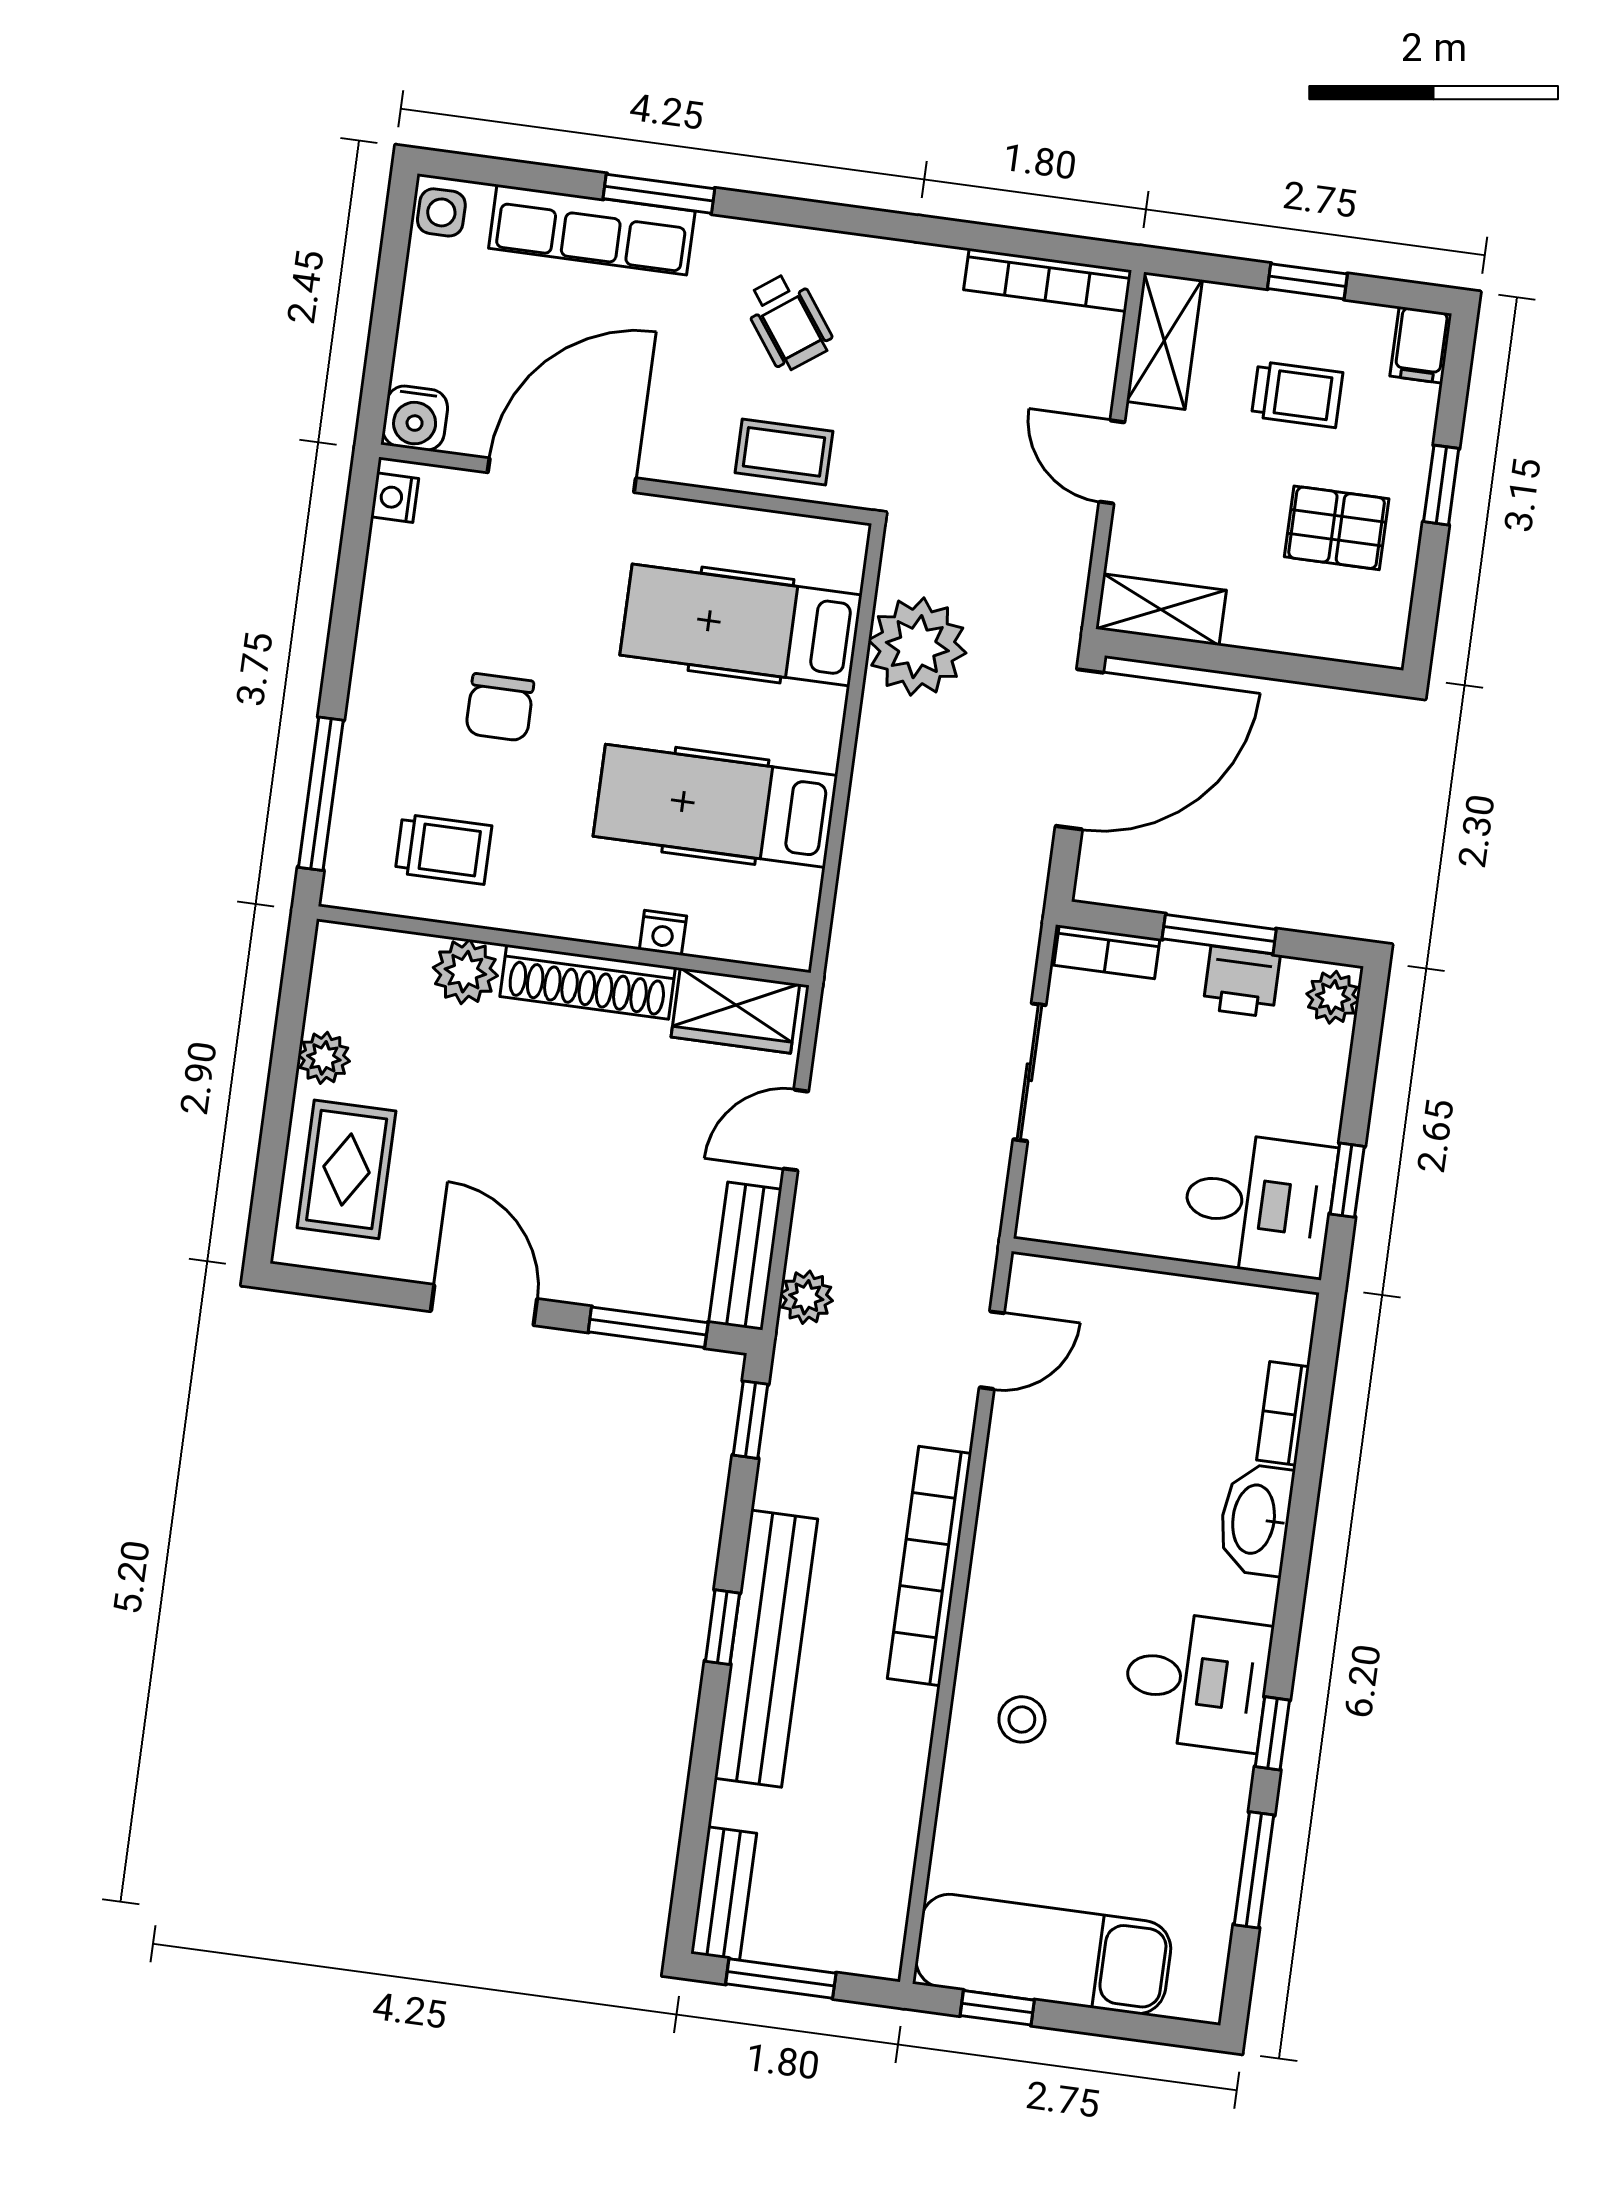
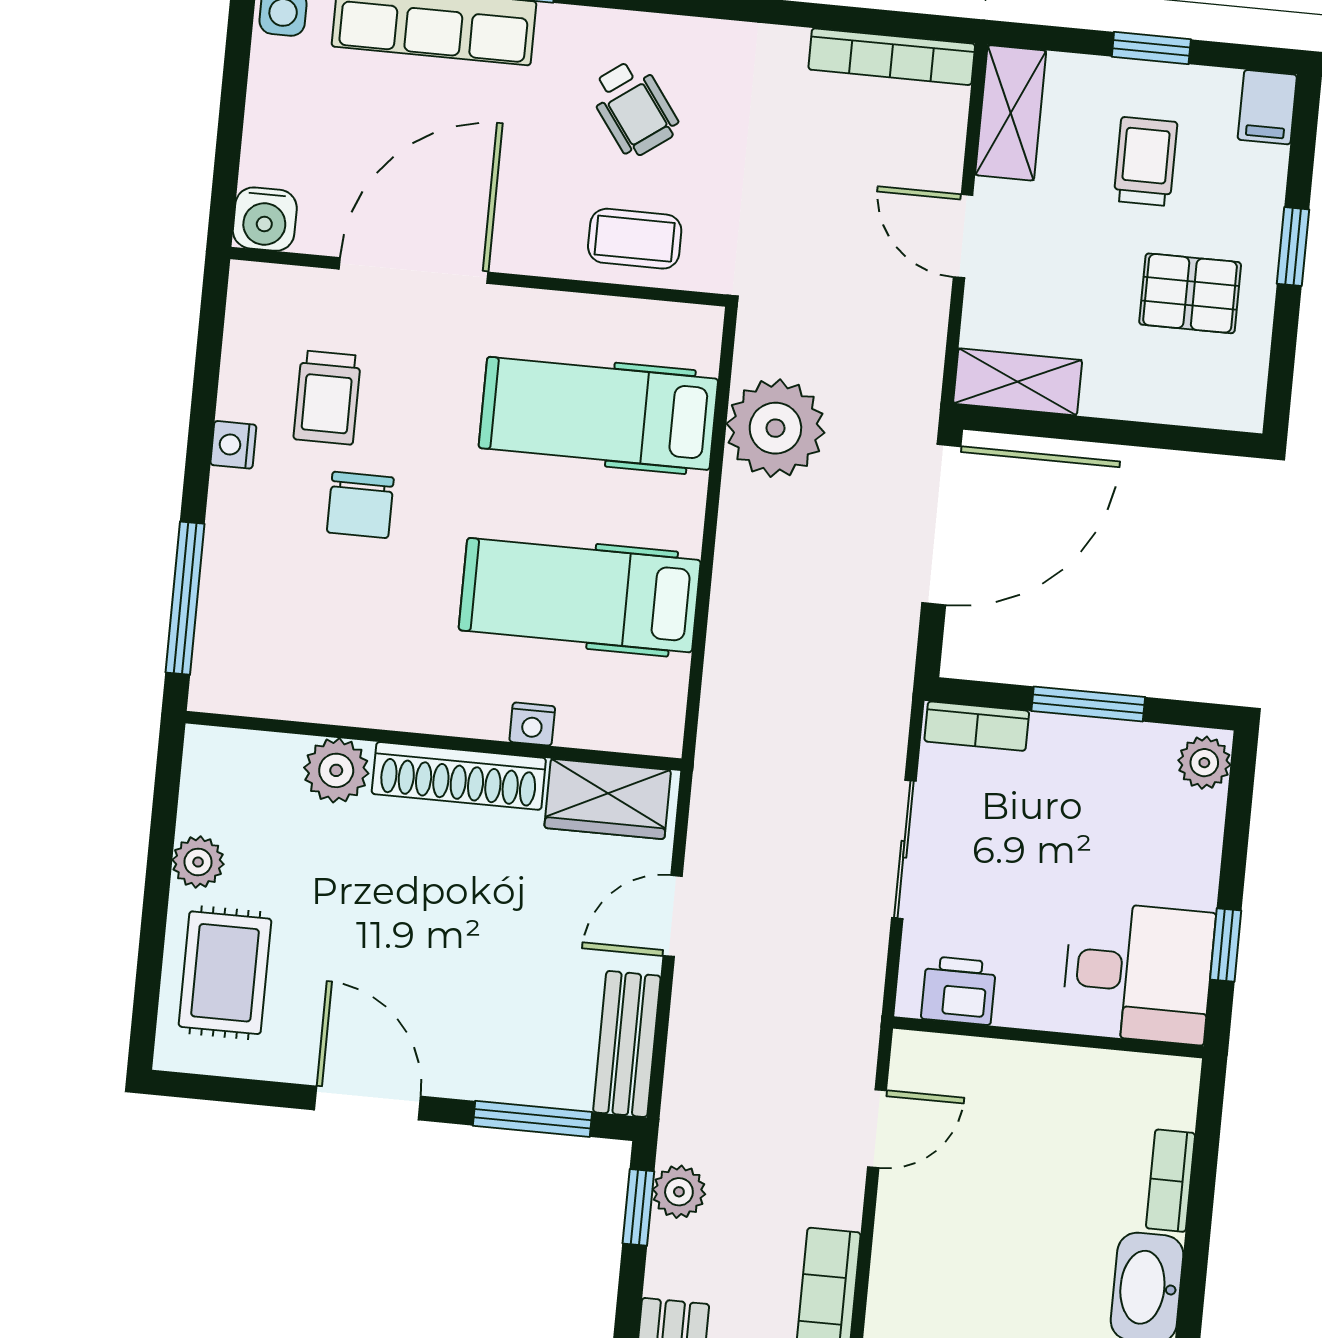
trolley: (1297, 394) -> (1145, 162), turned -90
nightstand: (395, 498) -> (233, 445), moved
trolley: (443, 849) -> (327, 398), moved, turned 90
printer: (1242, 982) -> (959, 991), moved, turned 180
plant: (806, 1297) -> (679, 1192), moved

